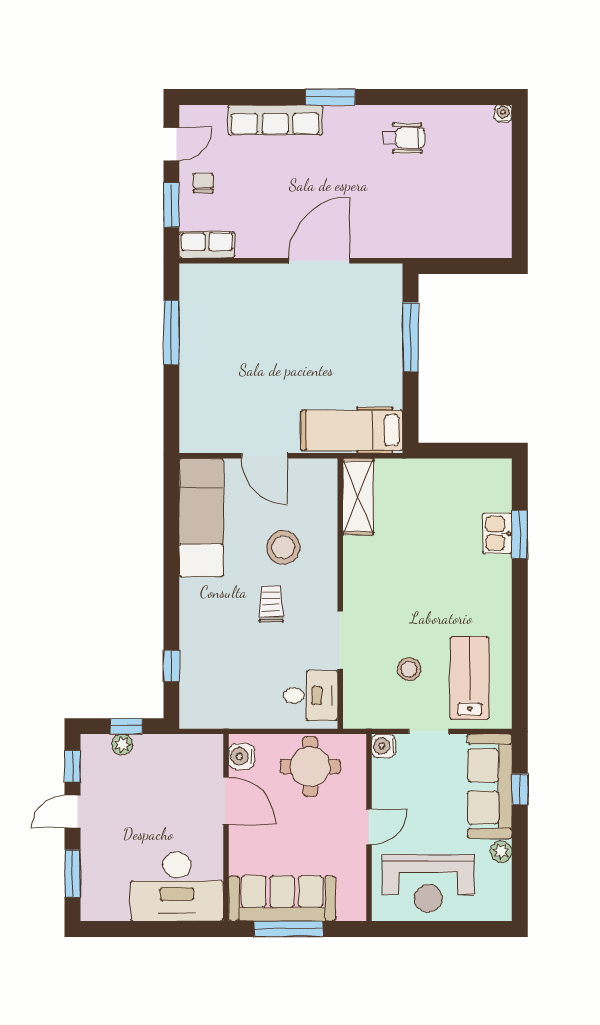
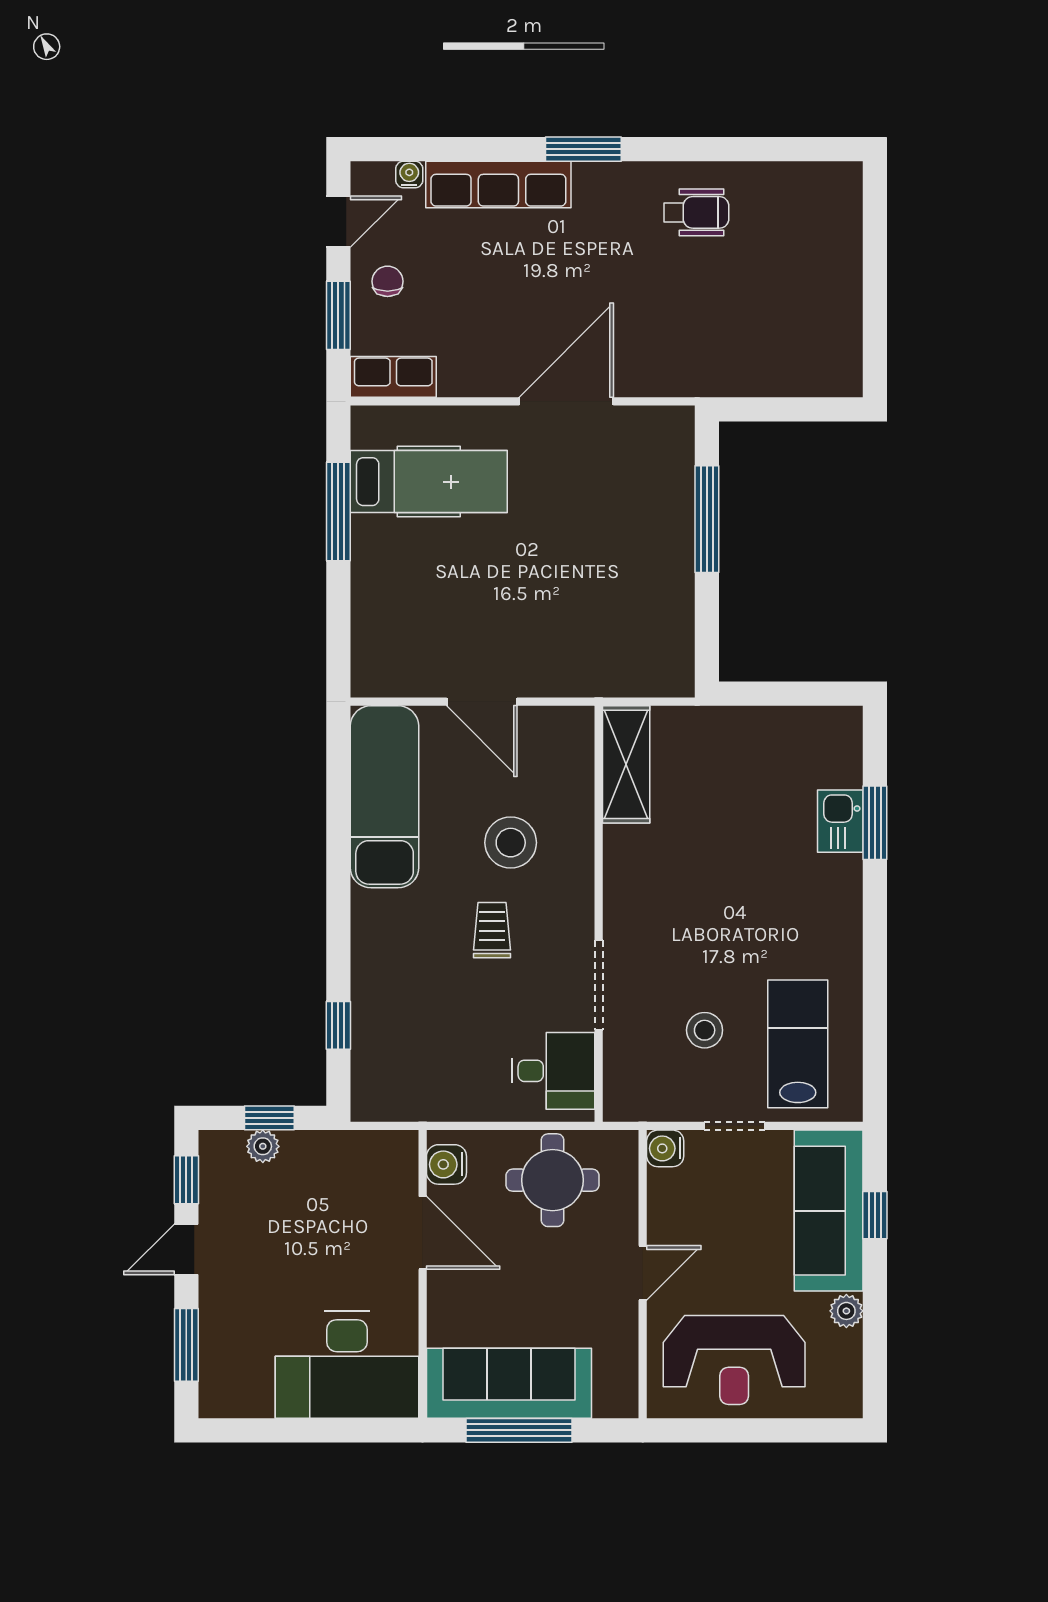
water cooler: (503, 114) -> (409, 175), moved
hospital bed: (352, 430) -> (429, 482), moved, turned 180

